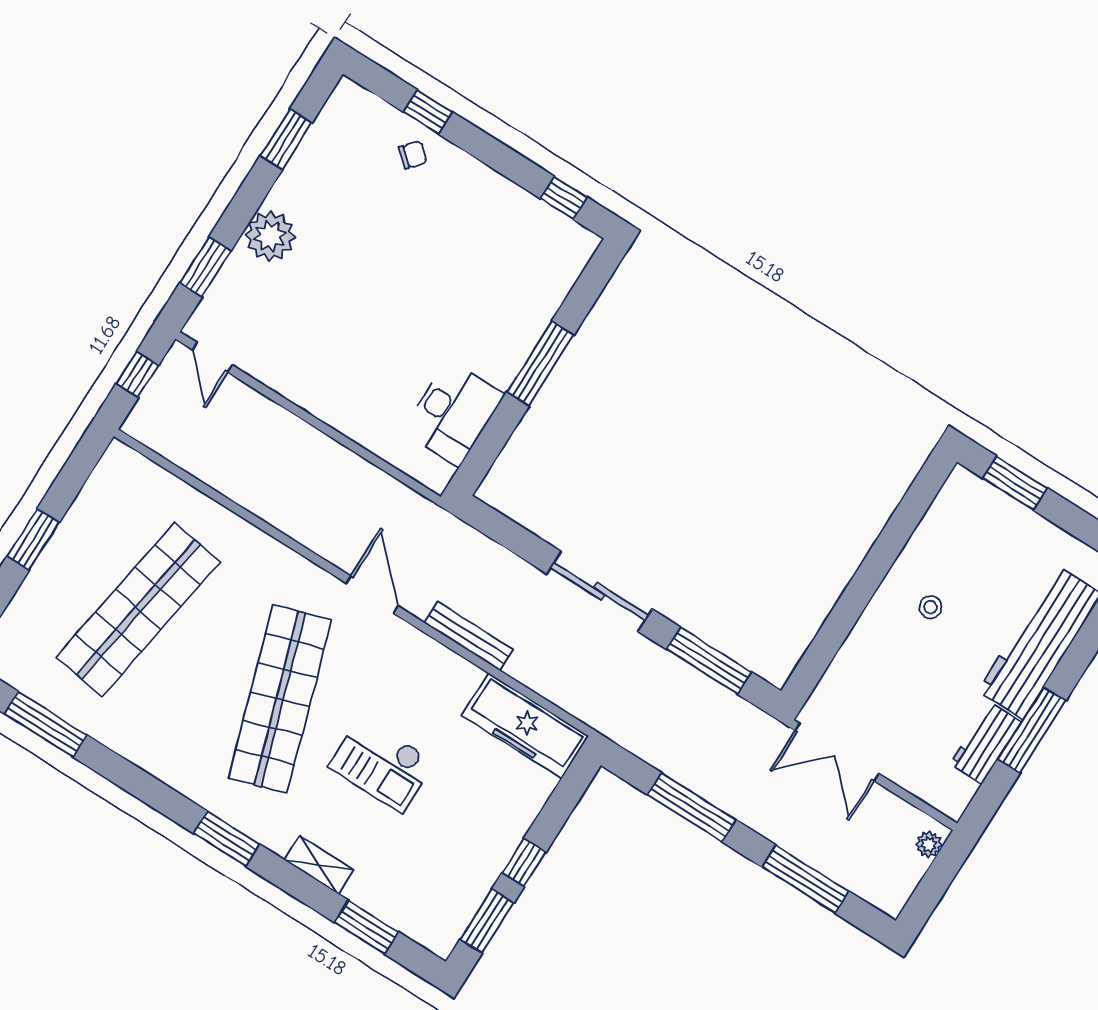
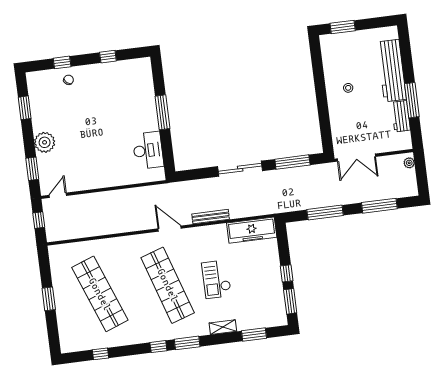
window: (564, 198) -> (108, 57), moved
door: (212, 357) -> (58, 195), swing flipped
shop shelf: (138, 609) -> (100, 294), turned -30
window: (46, 724) -> (101, 354), width x0.46
checkout: (382, 764) -> (216, 279), turned 90
window: (167, 801) -> (158, 347), added

